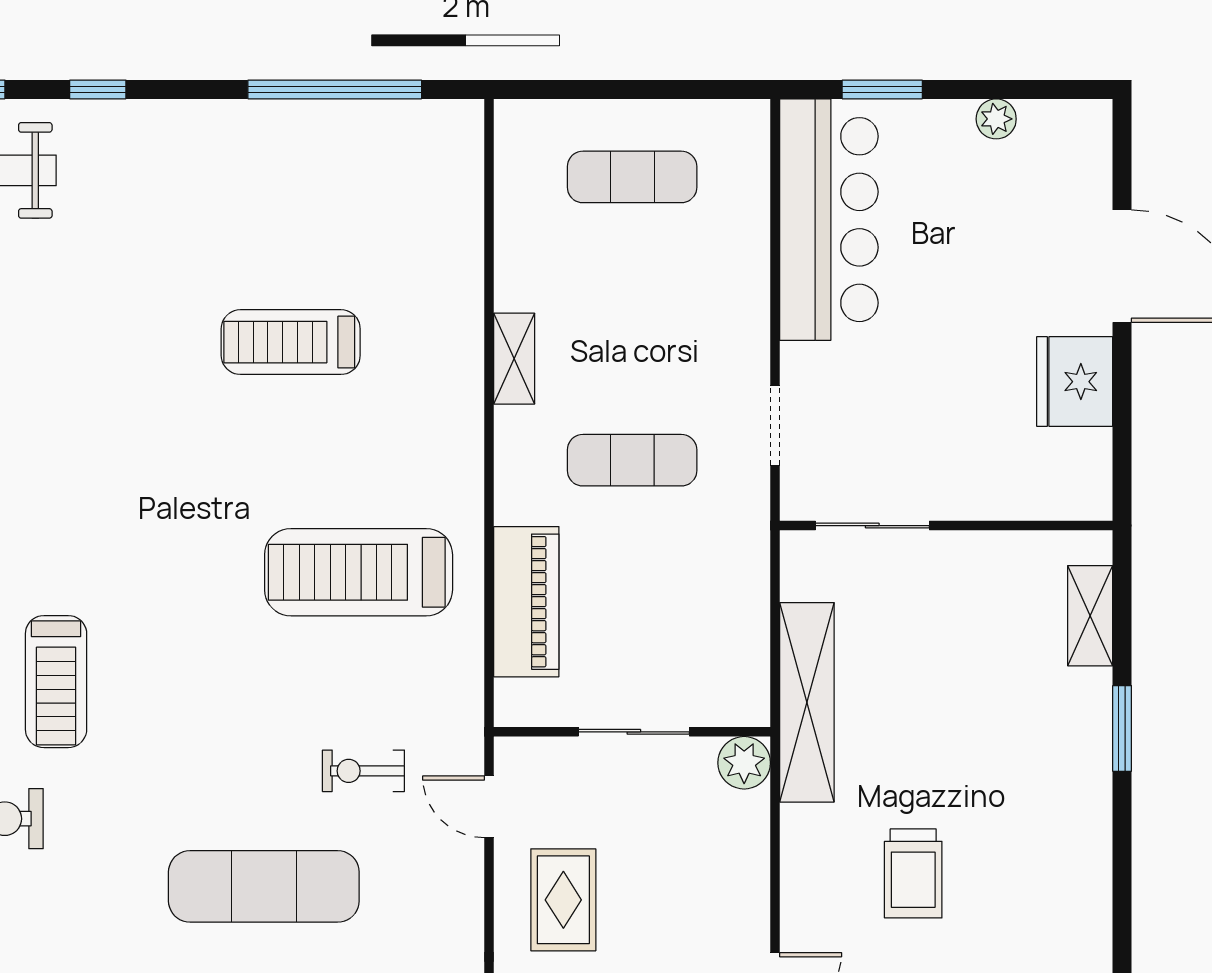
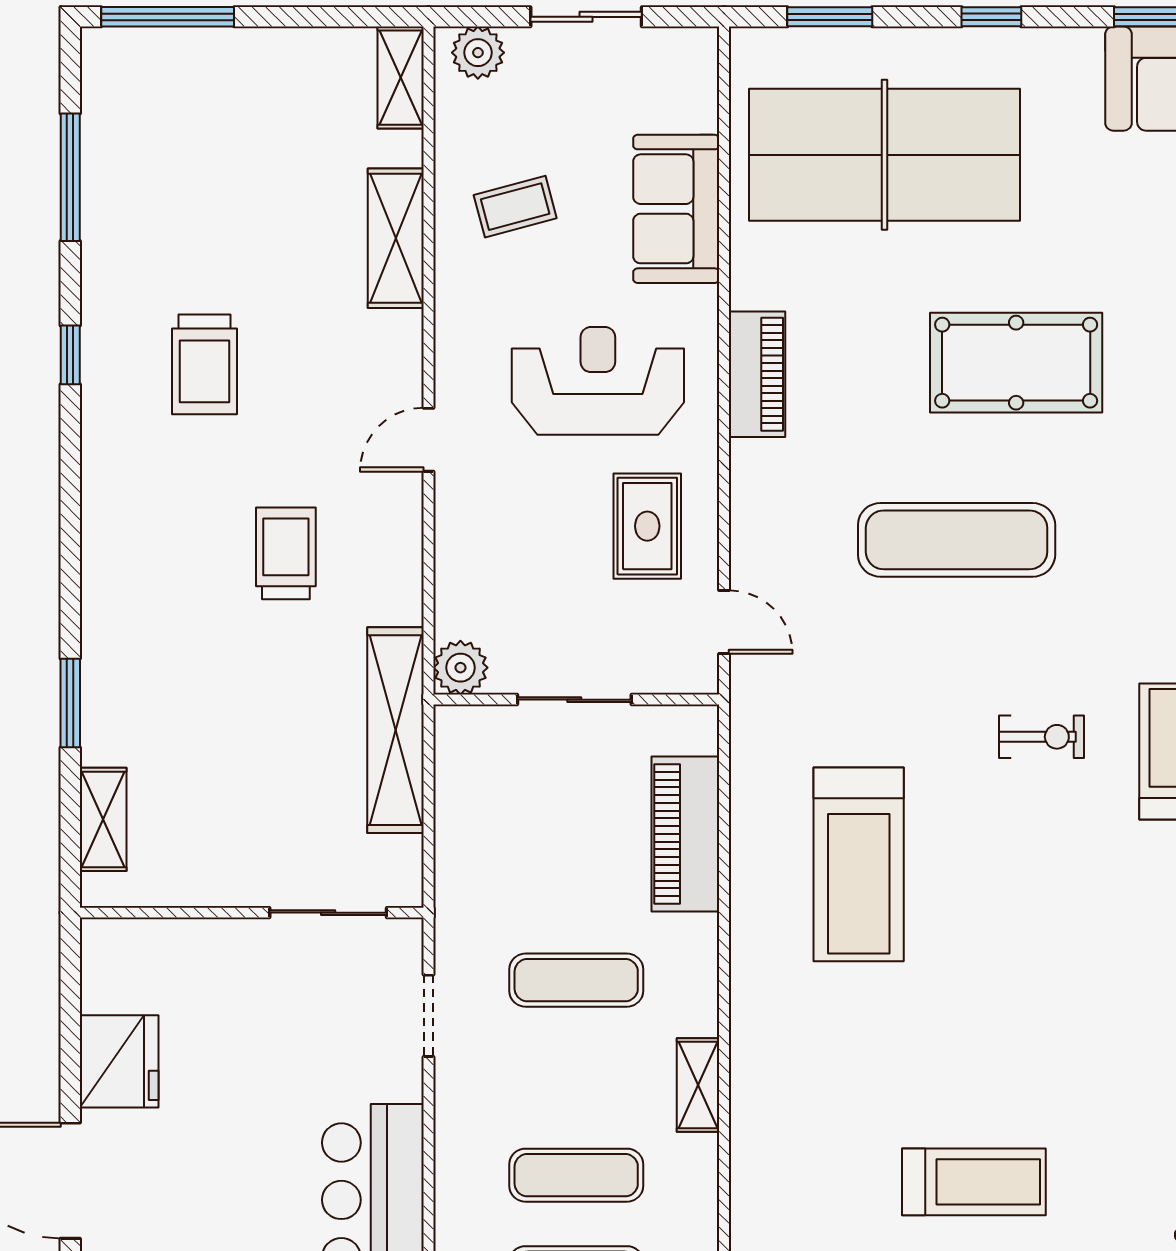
exercise mat: (632, 271) -> (576, 1175), added
treadmill: (291, 342) -> (974, 1182), moved
treadmill: (359, 572) -> (859, 864), turned 90
exercise bike: (363, 771) -> (1042, 737), moved

